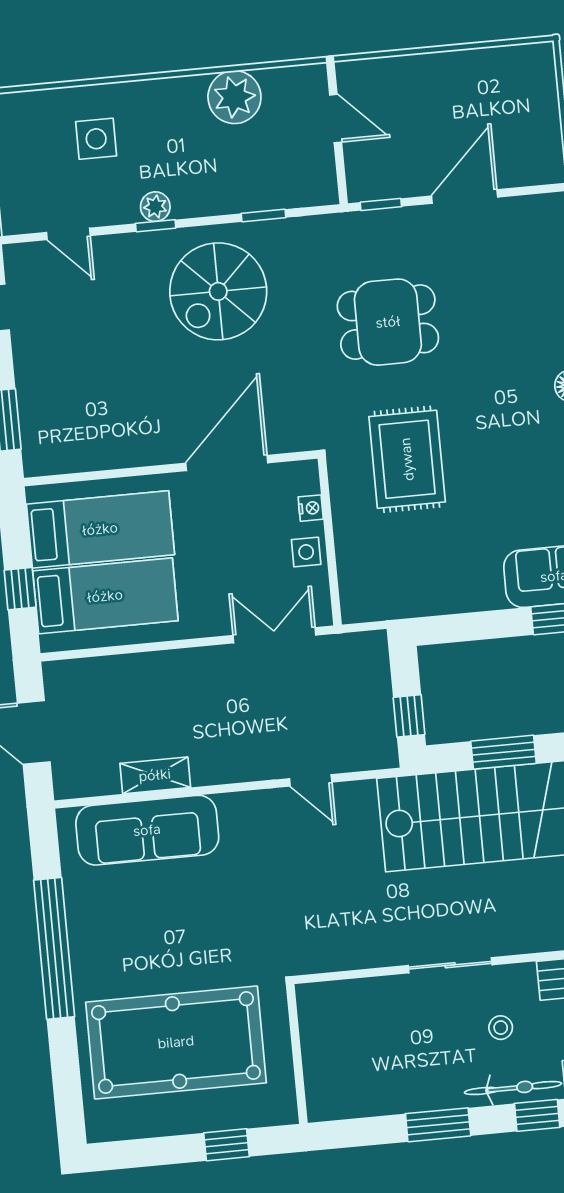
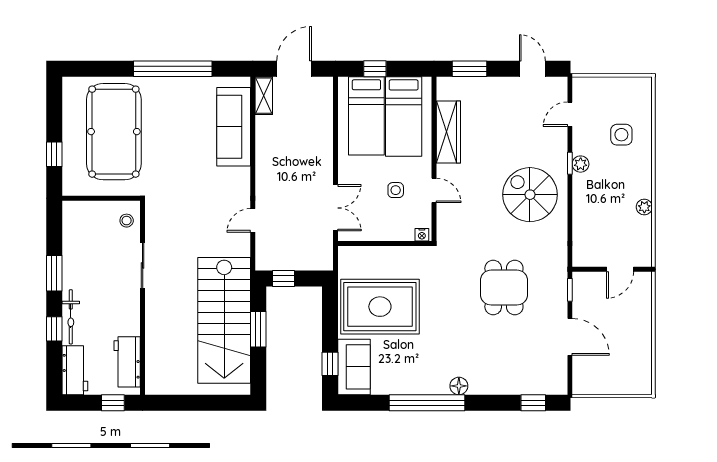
plant: (234, 97) -> (644, 207), width x0.53, depth x0.53
window: (263, 216) -> (570, 224), removed
wardrobe: (120, 447) -> (448, 132), added
rug: (407, 459) -> (380, 307), moved, width x1.37, depth x1.44
door: (227, 463) -> (434, 190), width x0.53
nightstand: (311, 508) -> (422, 235), moved
side table: (306, 552) -> (396, 190), moved
shelving: (155, 775) -> (264, 96), moved
sliding door: (450, 965) -> (143, 266), moved
stool: (501, 1028) -> (127, 221), moved

